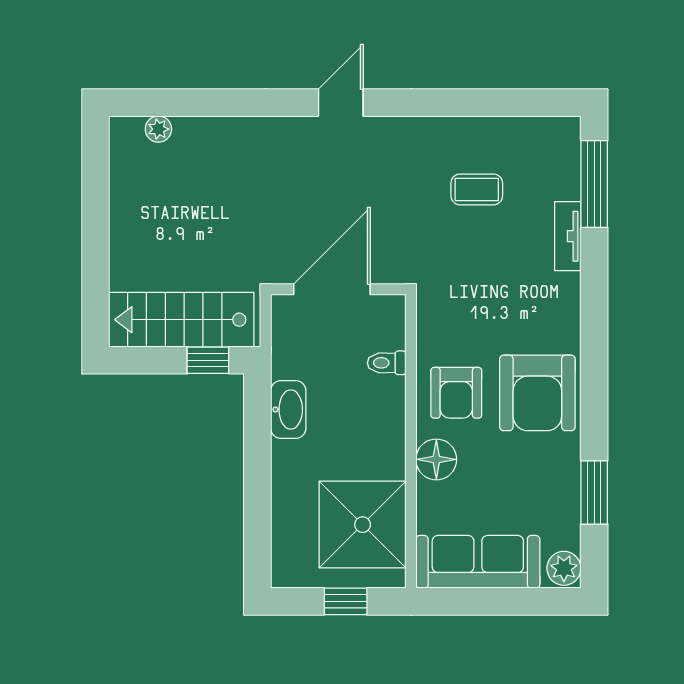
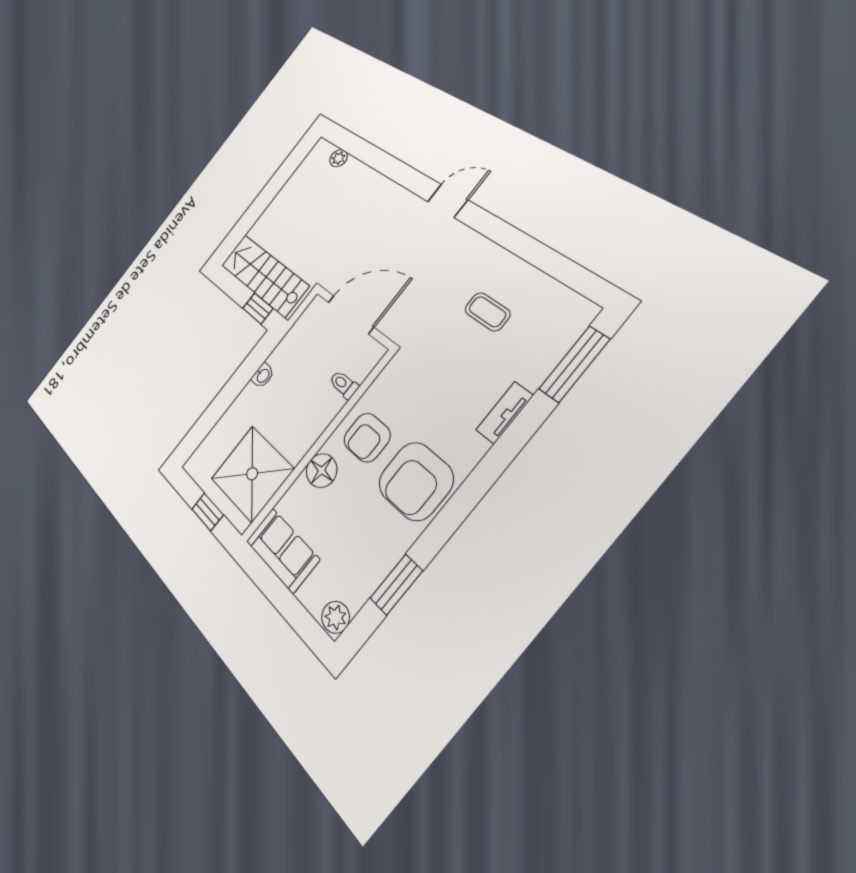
tv unit: (568, 236) -> (504, 413), moved
washbasin: (288, 409) -> (263, 376), width x0.52, depth x0.69
sofa: (478, 562) -> (282, 550), width x0.73

